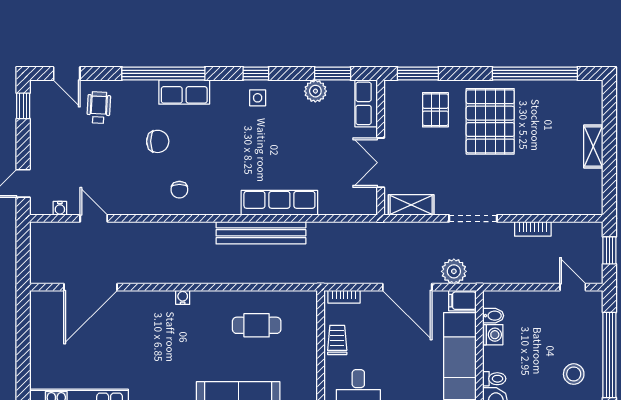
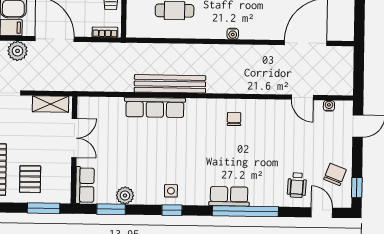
chair: (158, 141) -> (335, 174), moved, turned 111

